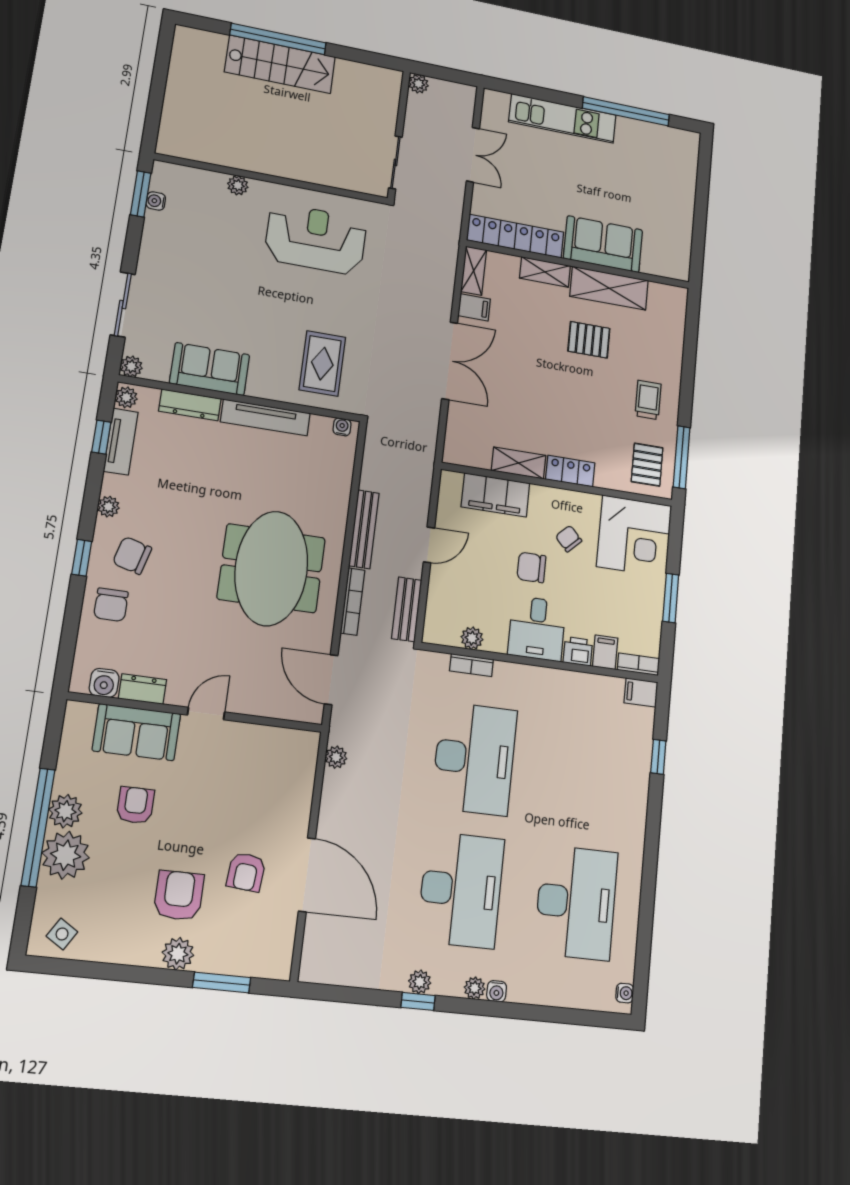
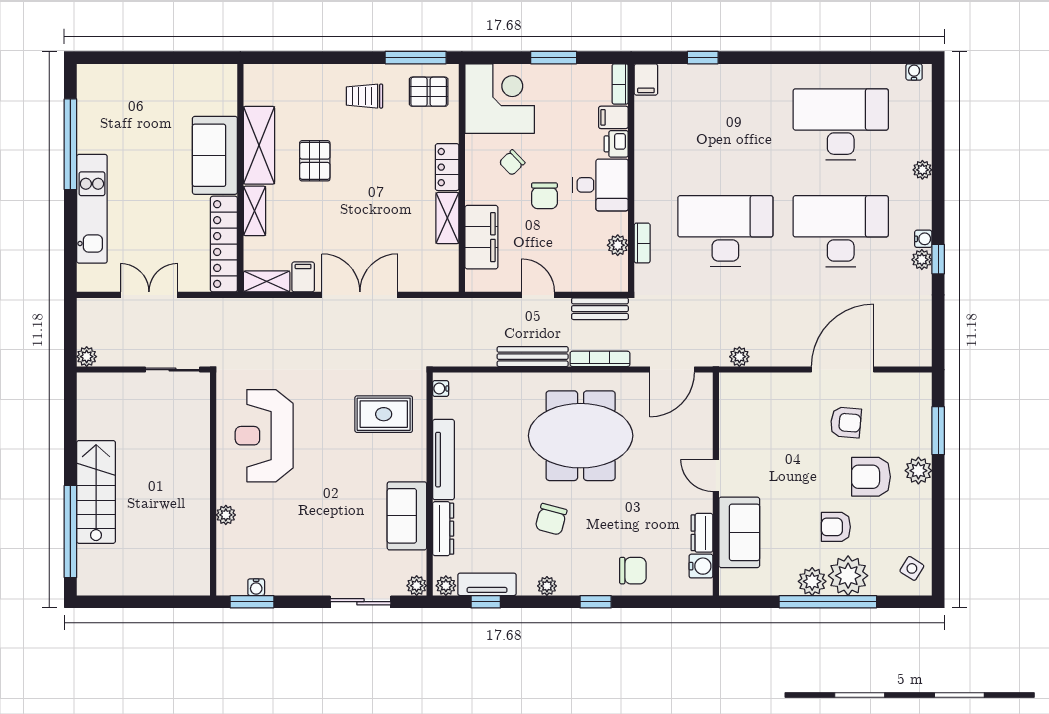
window: (278, 39) -> (70, 531), moved
chair: (132, 555) -> (551, 519), moved
armchair: (135, 805) -> (836, 527), moved
plant: (475, 988) -> (922, 170), moved
water cooler: (497, 991) -> (923, 239), moved

